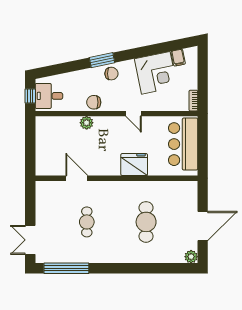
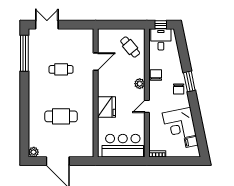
plant: (87, 123) -> (140, 84), moved
cafe table: (59, 135) -> (130, 47), added

